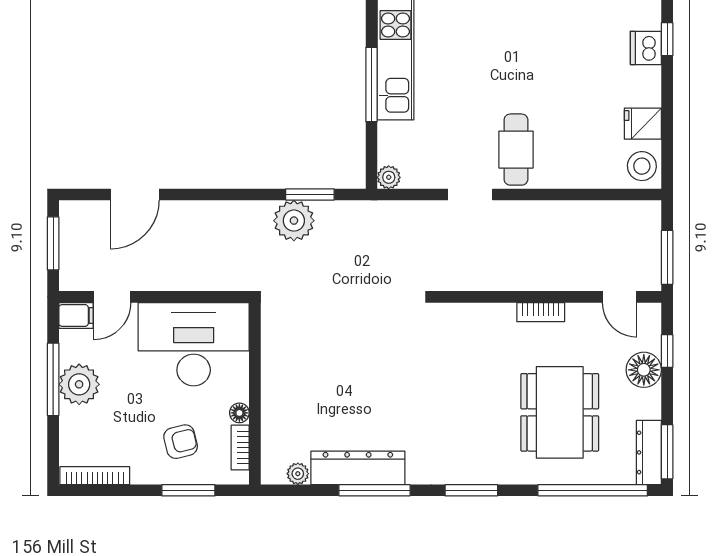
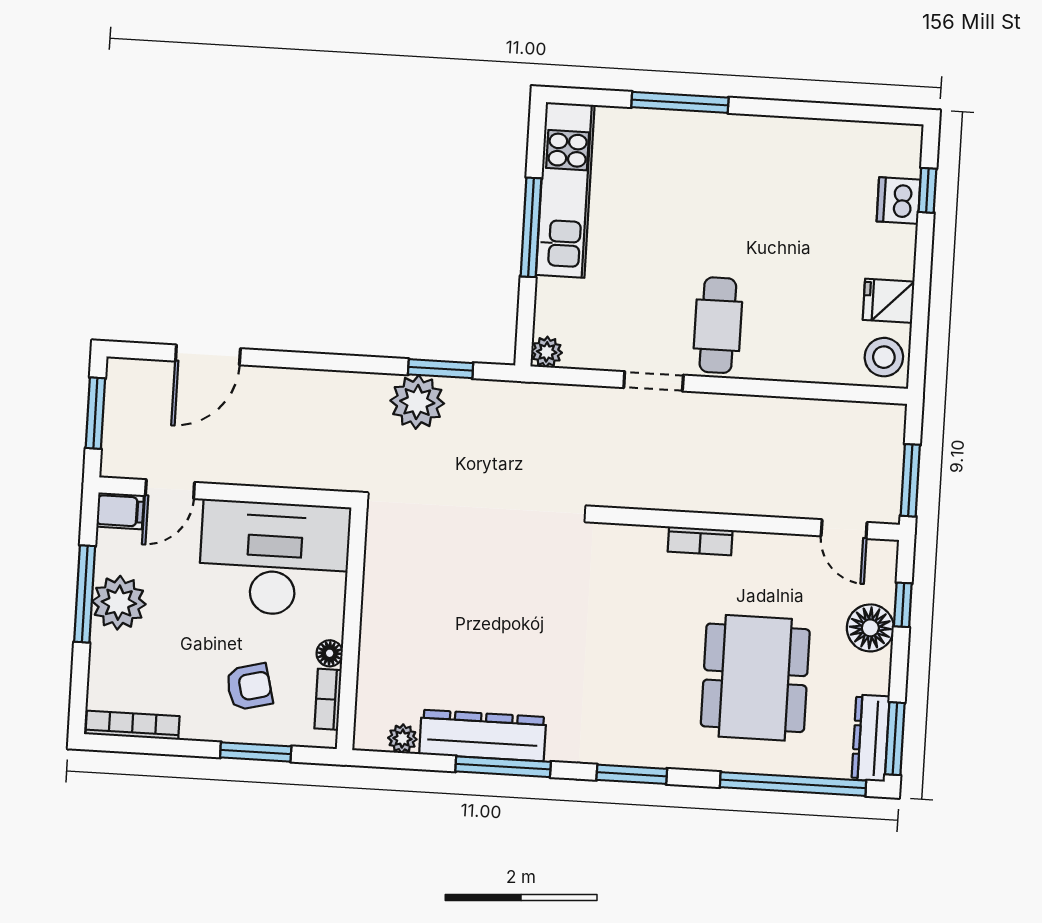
bookcase: (541, 312) -> (700, 541), moved

